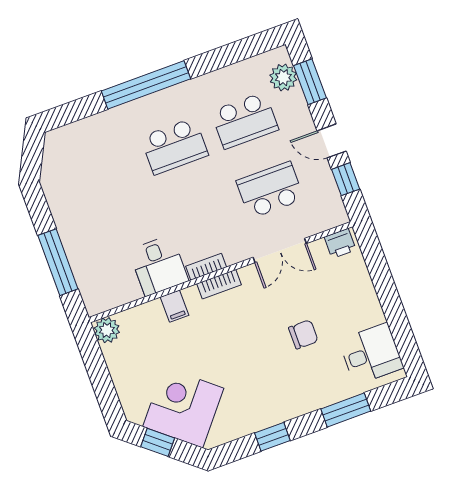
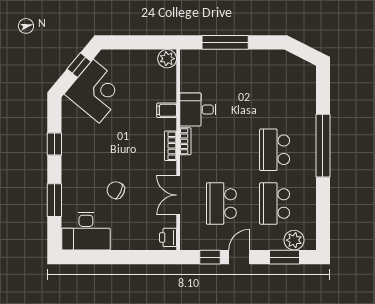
school desk: (270, 190) -> (221, 203), turned 180
chair: (303, 334) -> (116, 190), turned 115
desk: (371, 354) -> (86, 231), width x1.37

